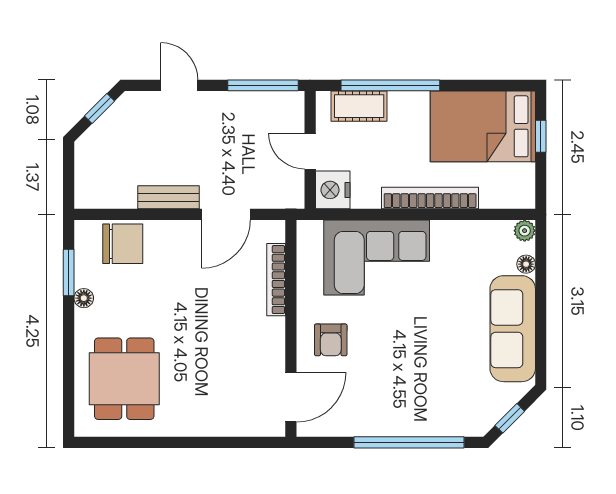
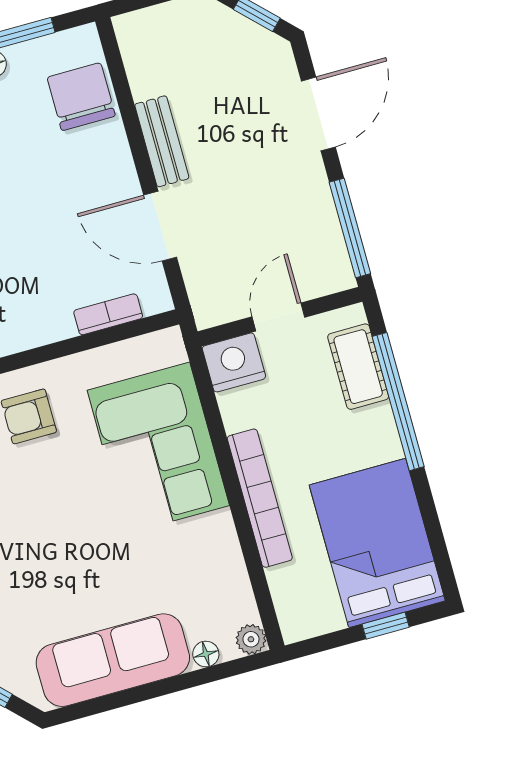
door: (179, 85) -> (318, 114), width x1.38
chair: (123, 244) -> (81, 97), turned 180
bookcase: (276, 280) -> (108, 314), width x0.64

